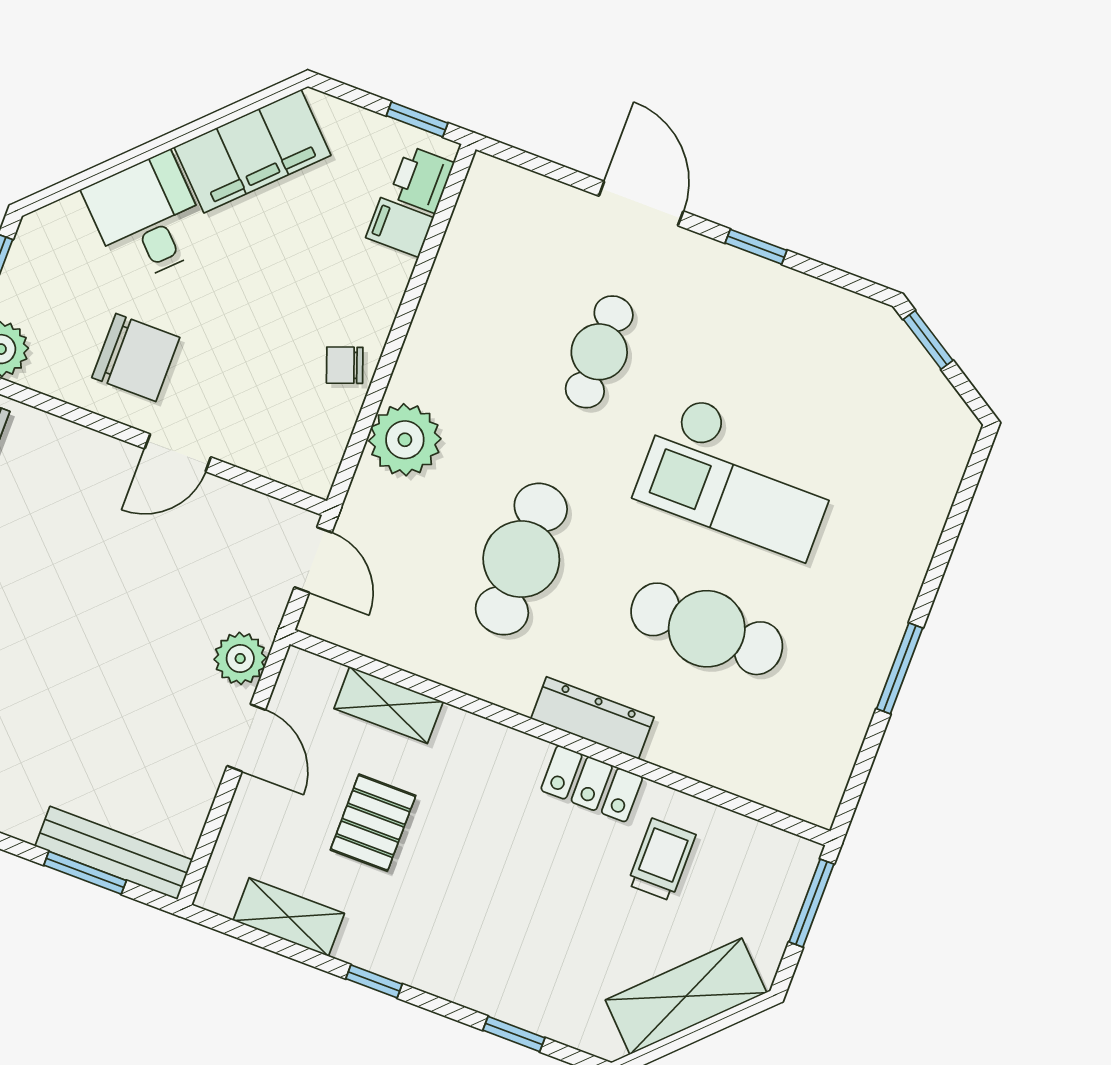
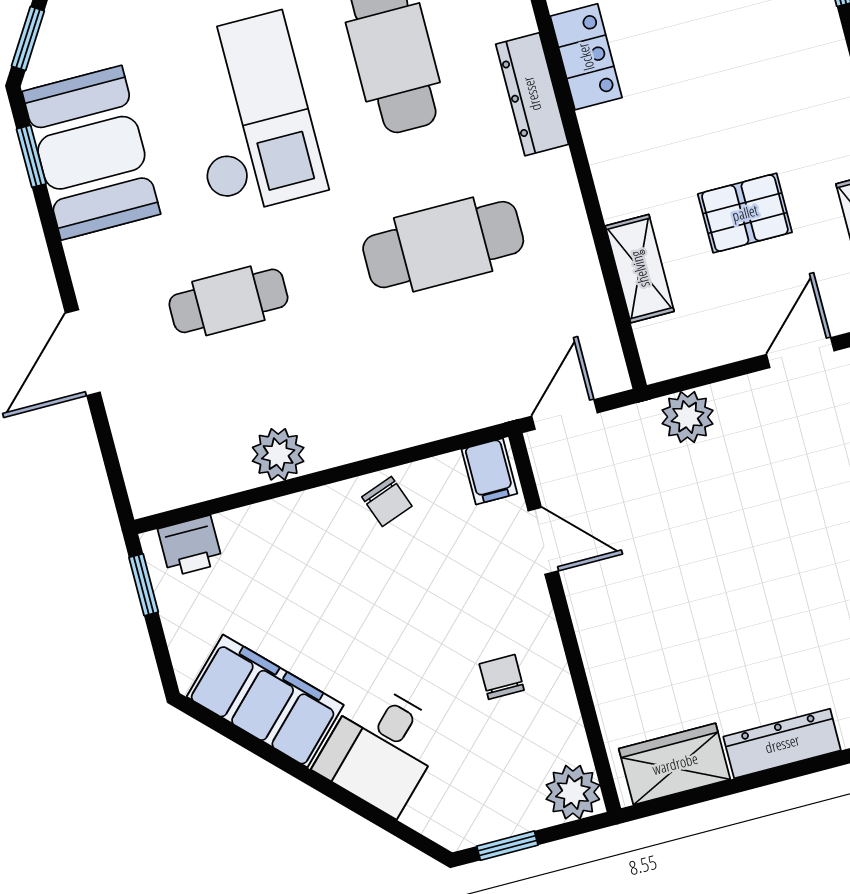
filing cabinet: (400, 228) -> (489, 471), moved
window: (756, 247) -> (31, 156), moved
booth: (799, 326) -> (91, 153), added
chair: (136, 357) -> (502, 677), width x0.54, depth x0.54
plant: (405, 440) -> (278, 454), moved, width x0.73, depth x0.73
door: (178, 453) -> (543, 541), moved
door: (246, 738) -> (800, 353), moved

